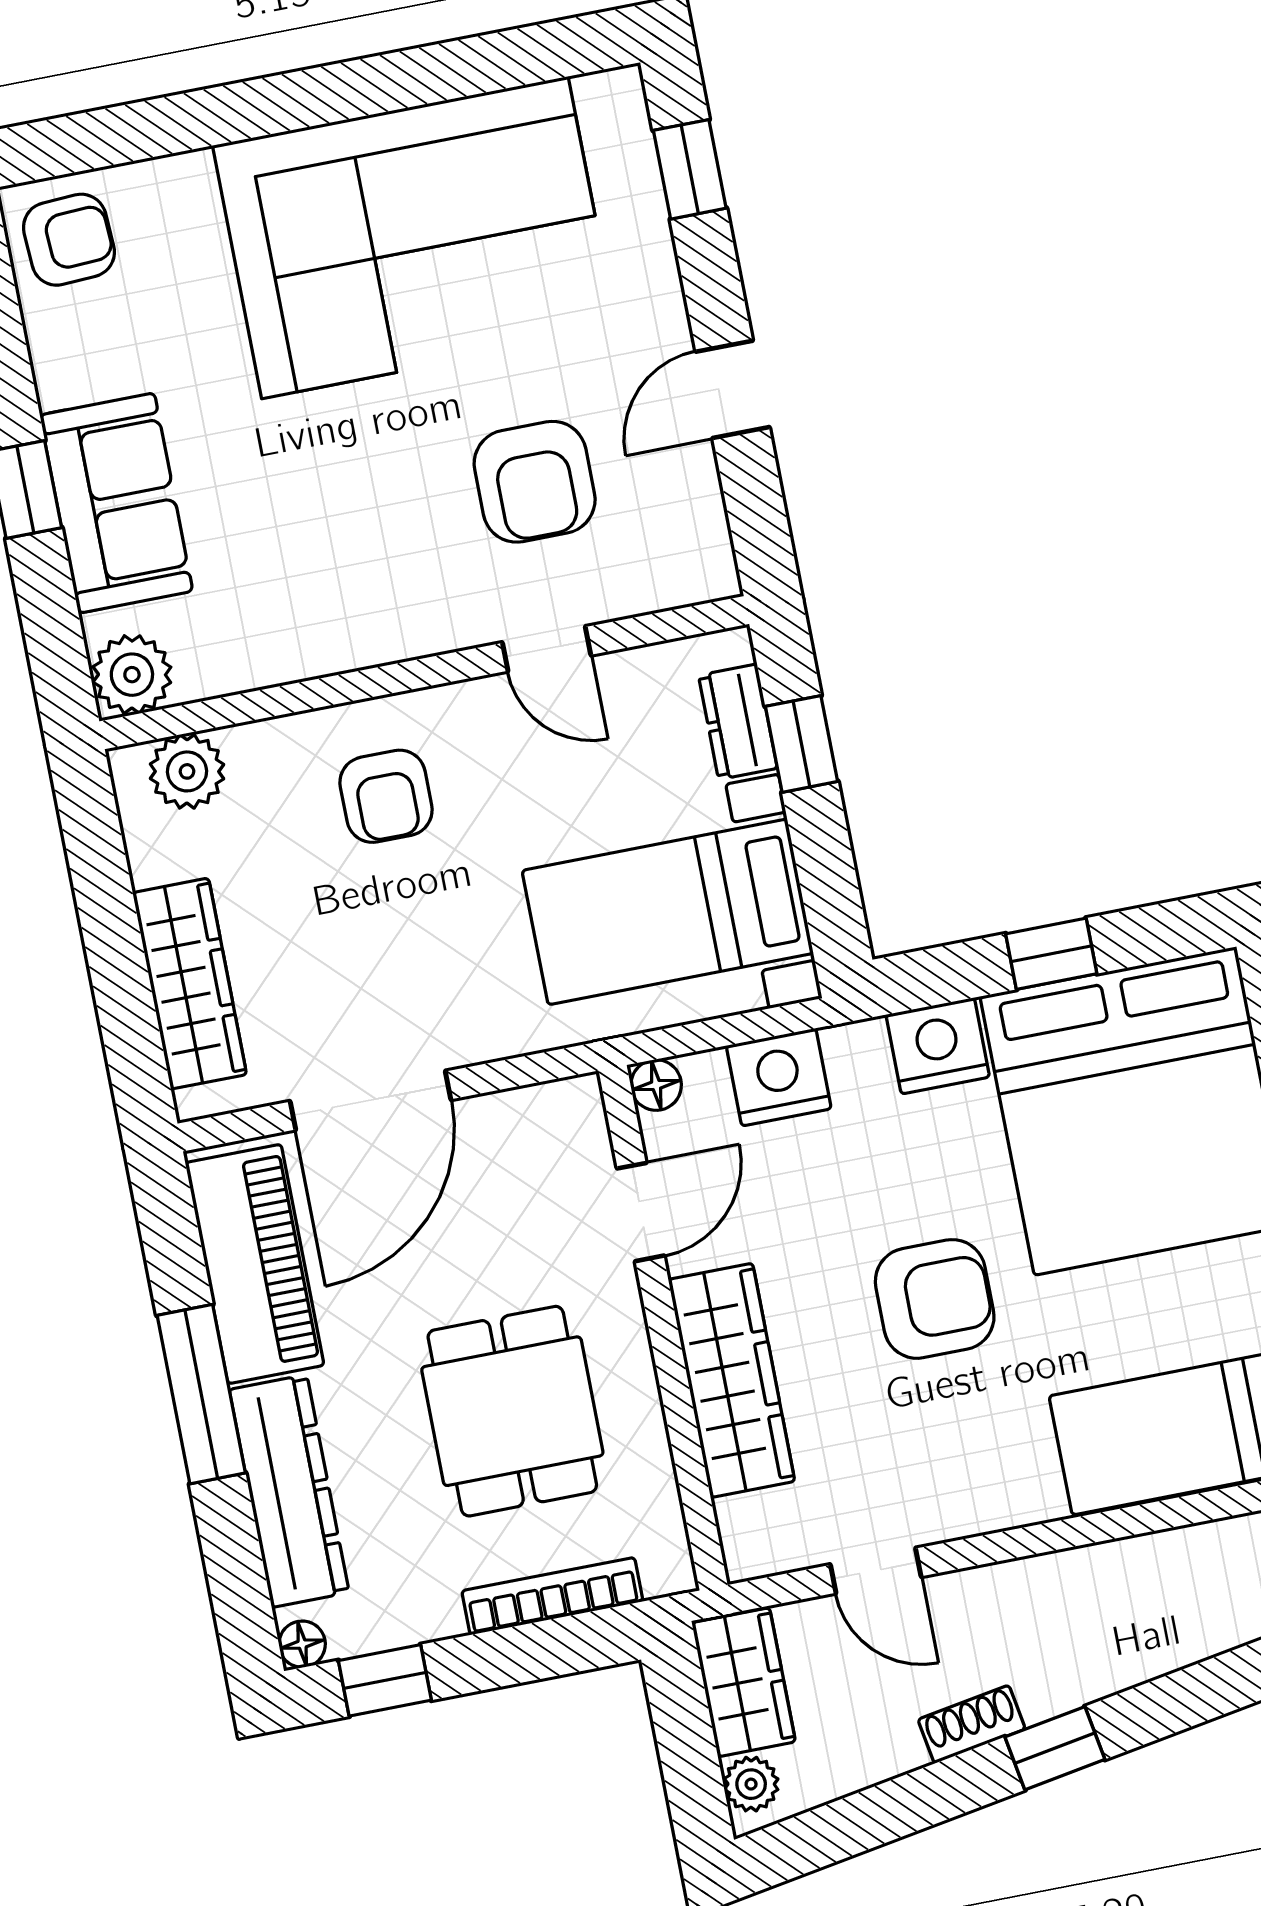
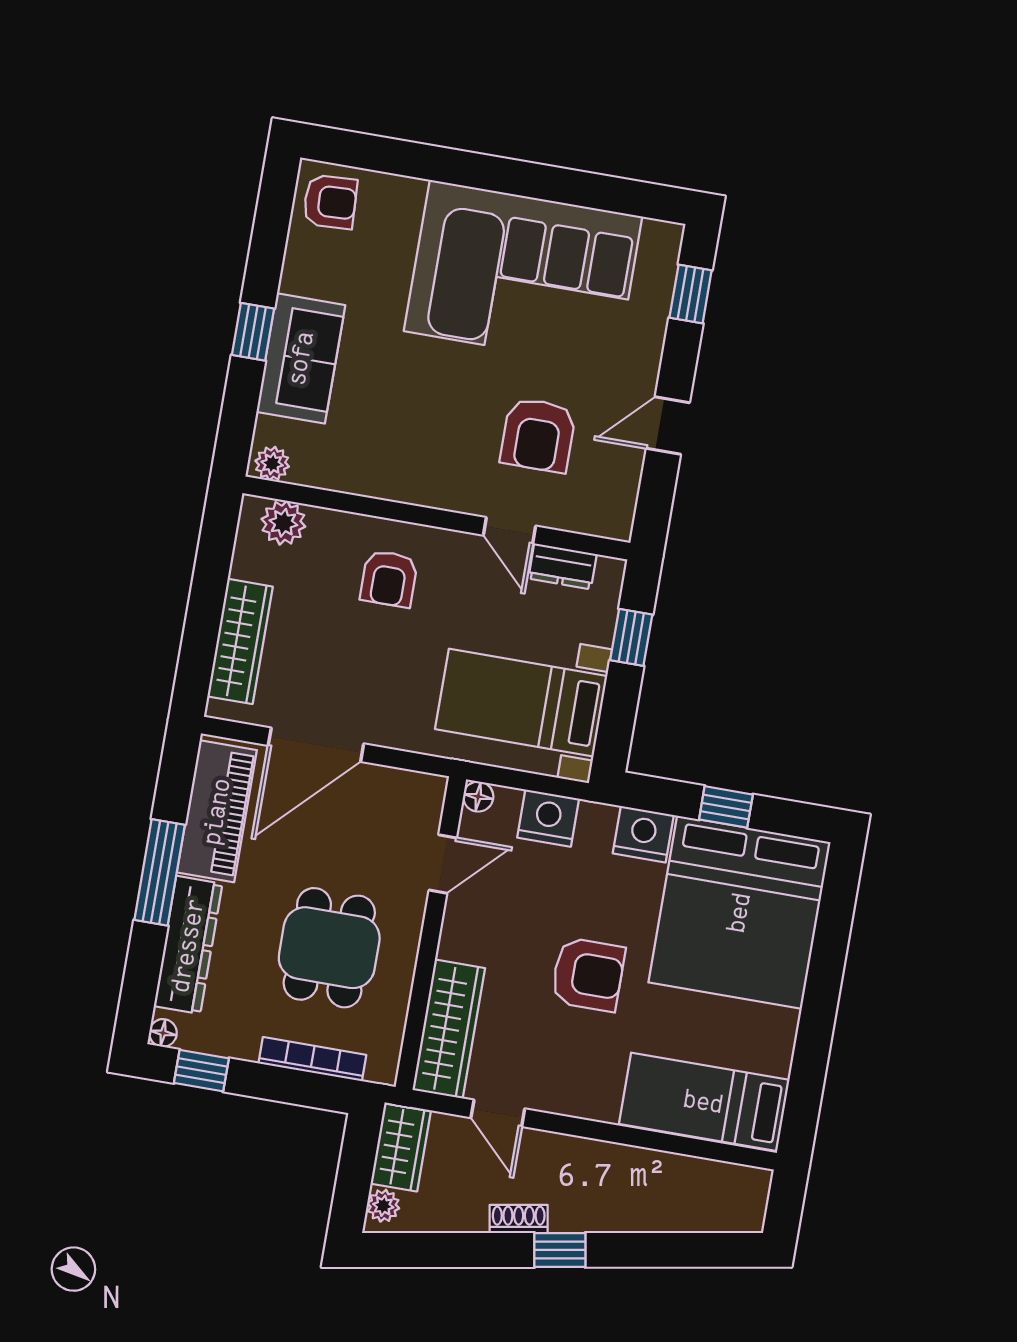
plant: (132, 675) -> (272, 464), width x0.73, depth x0.73
dresser: (738, 722) -> (562, 566), moved, turned -90
wardrobe: (732, 1380) -> (449, 1029), moved

